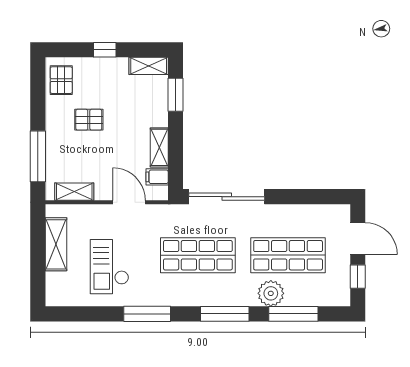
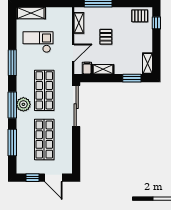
window: (105, 50) -> (156, 23), moved
pallet: (89, 120) -> (106, 37), moved
door: (358, 239) -> (53, 178), hinge flipped
shelving: (56, 244) -> (31, 13), moved
plant: (271, 293) -> (23, 104), moved

